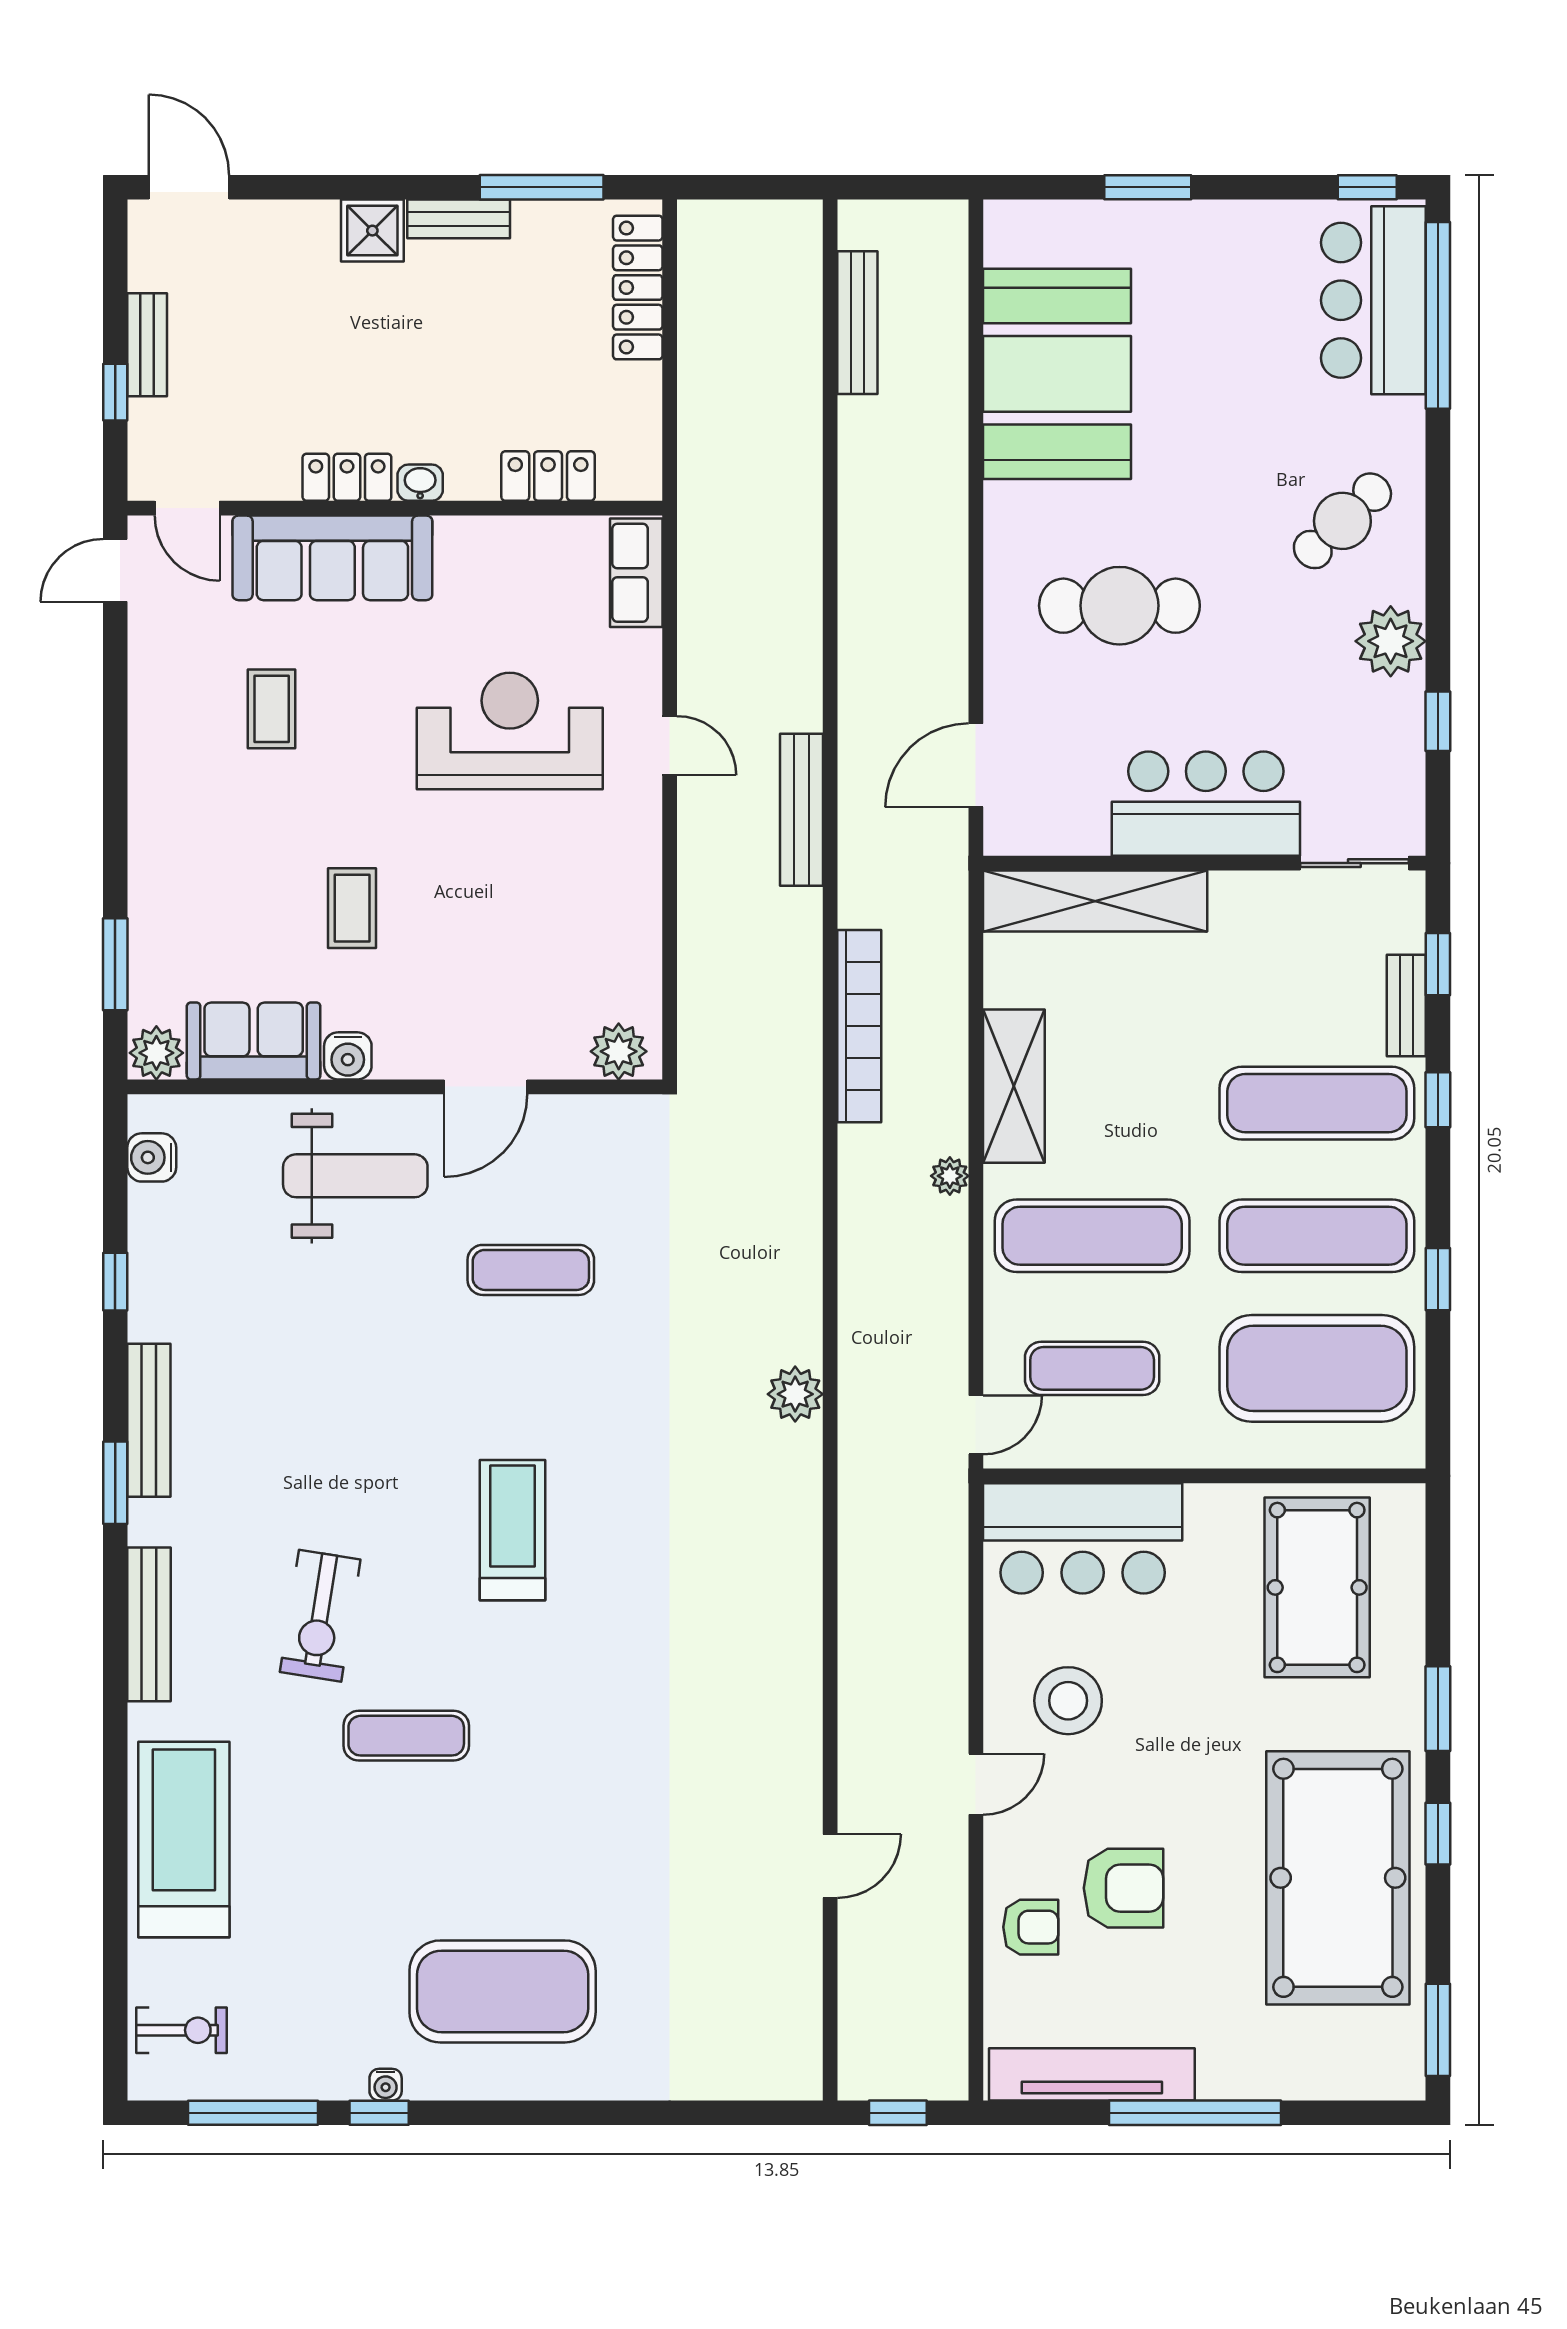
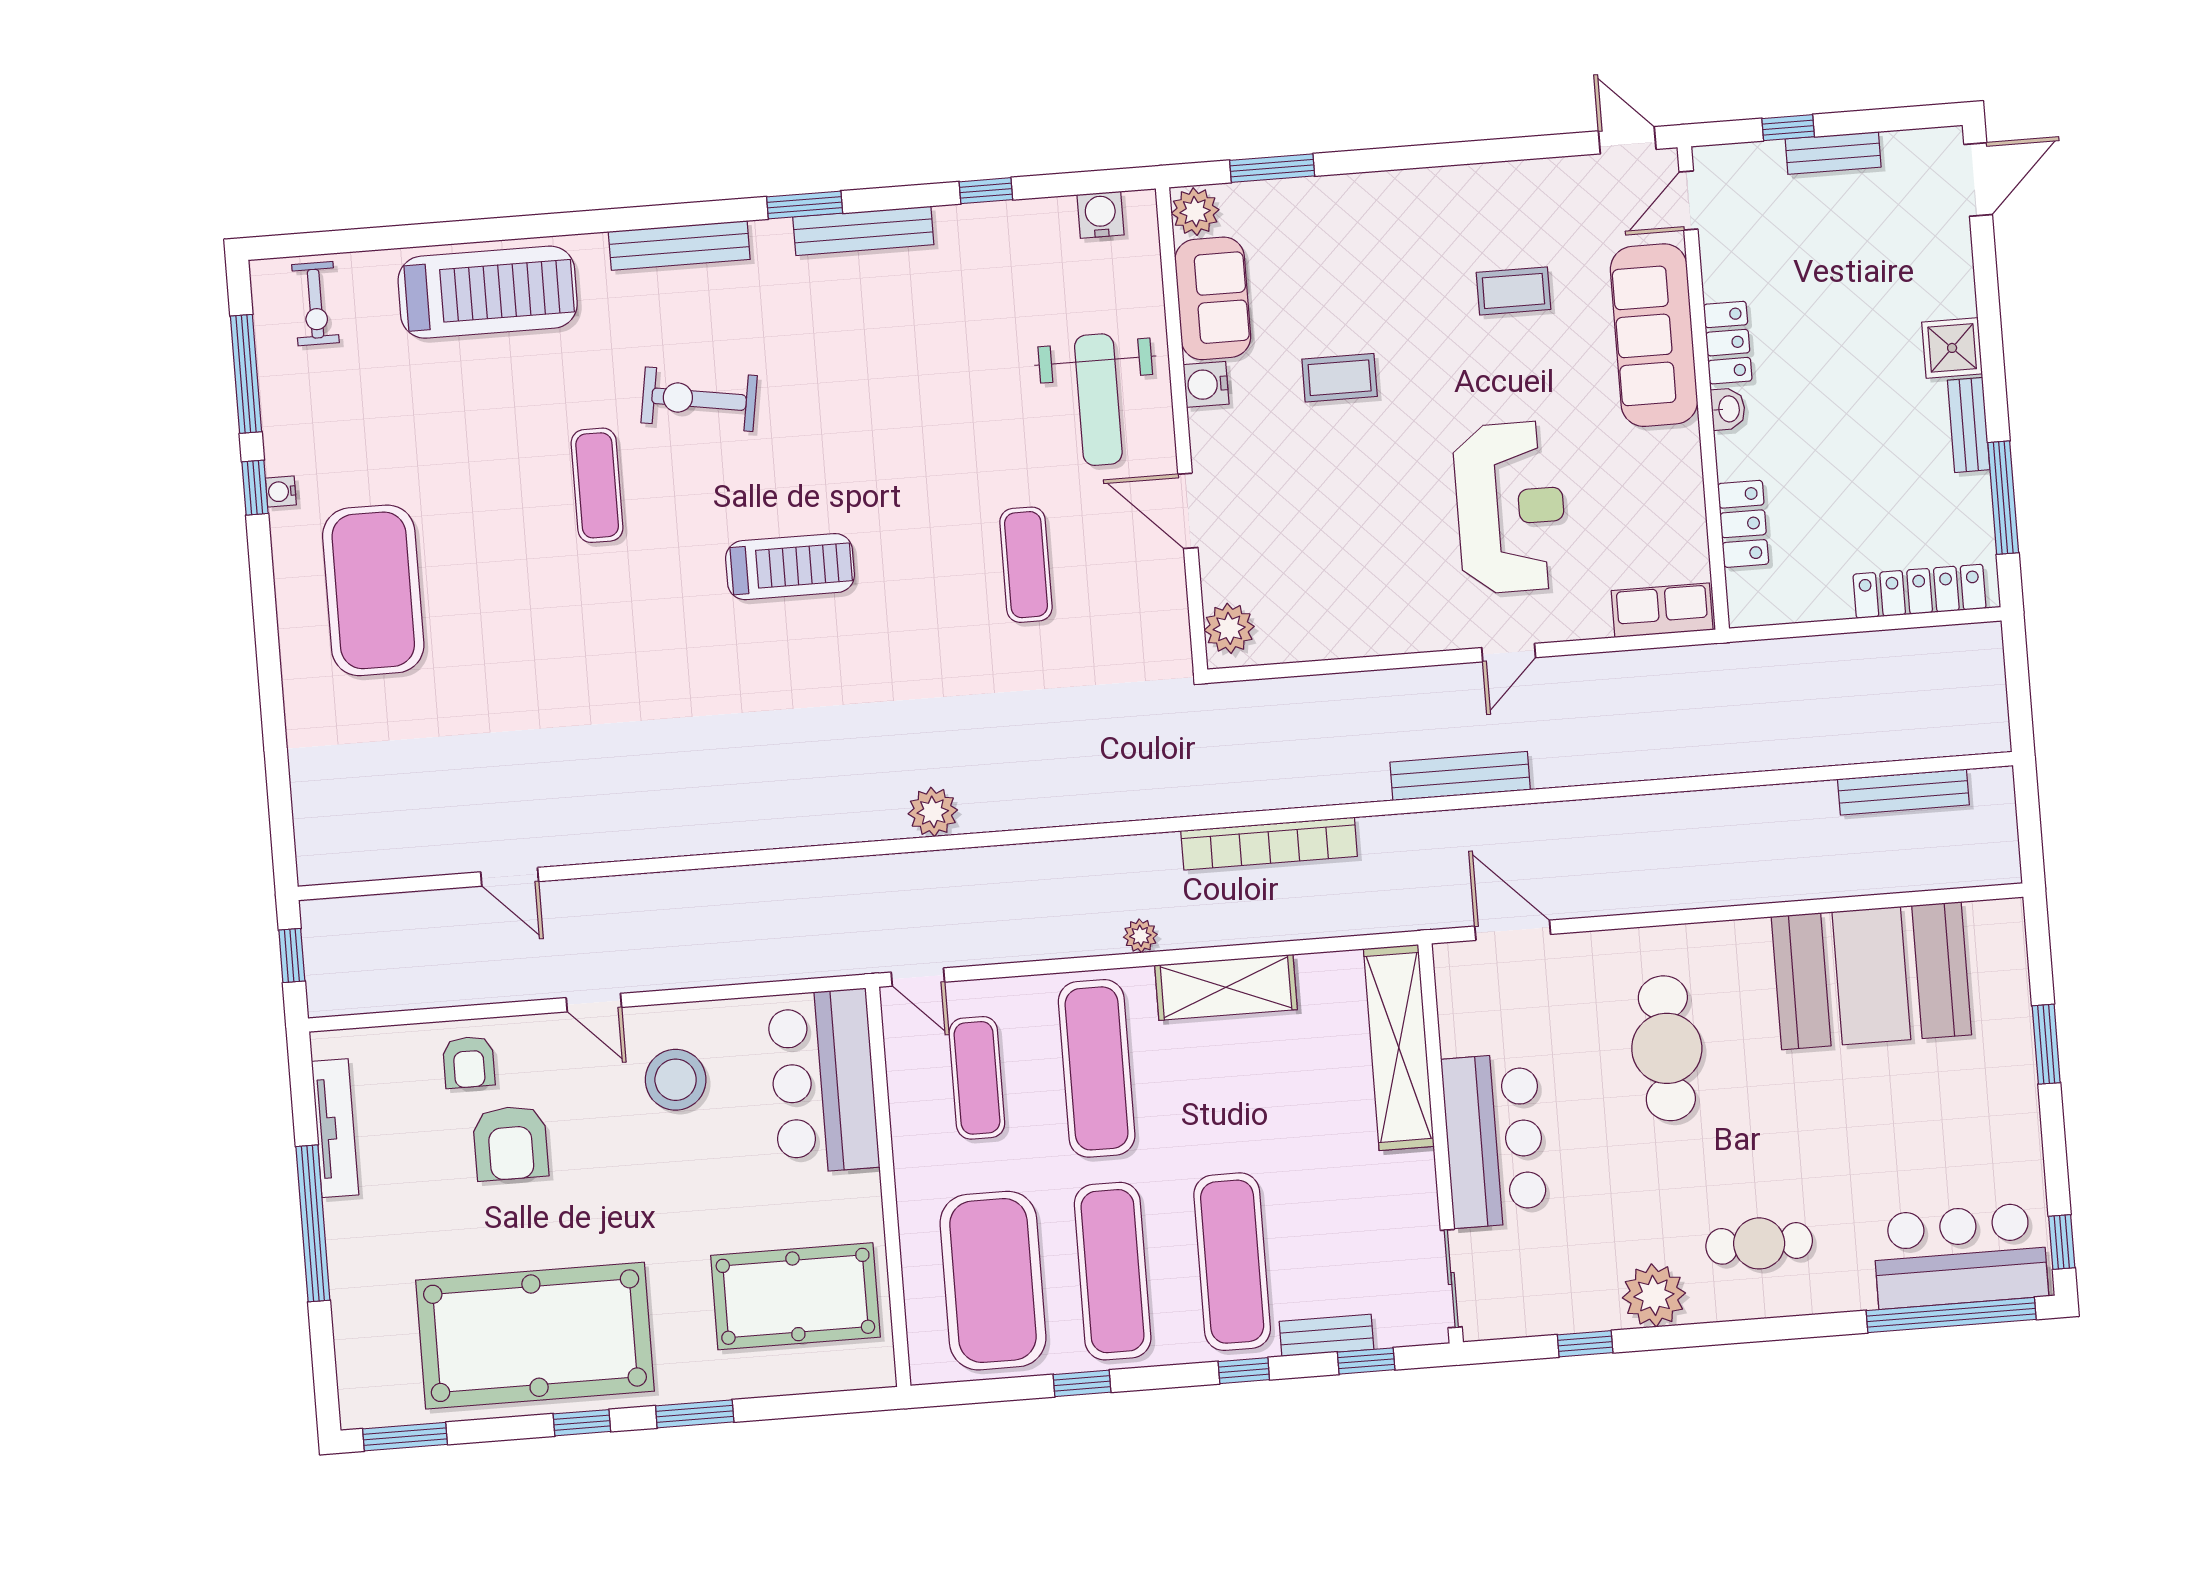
cafe table: (1342, 521) -> (1759, 1243), turned -46
tv unit: (1092, 2074) -> (335, 1128), width x0.73, depth x0.78

